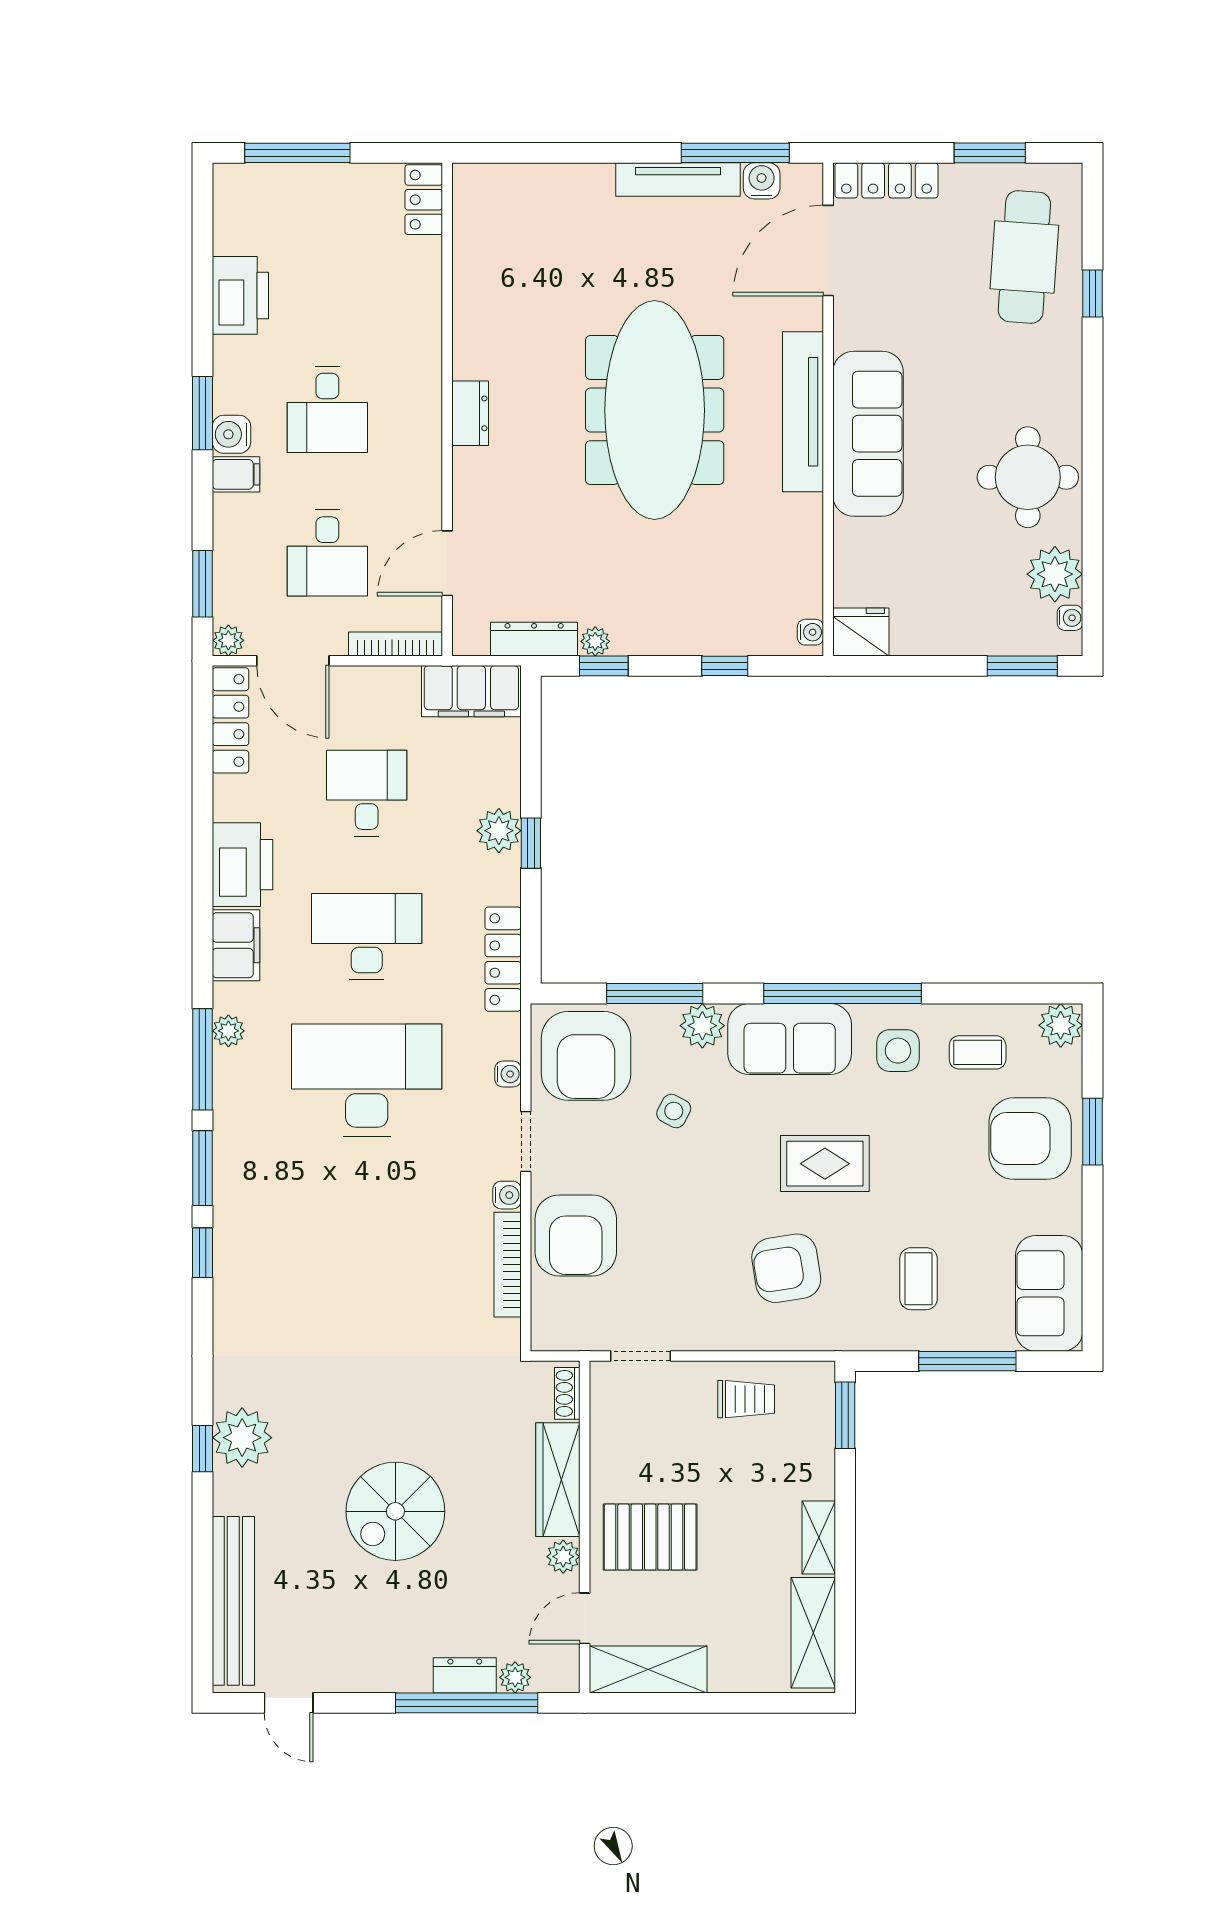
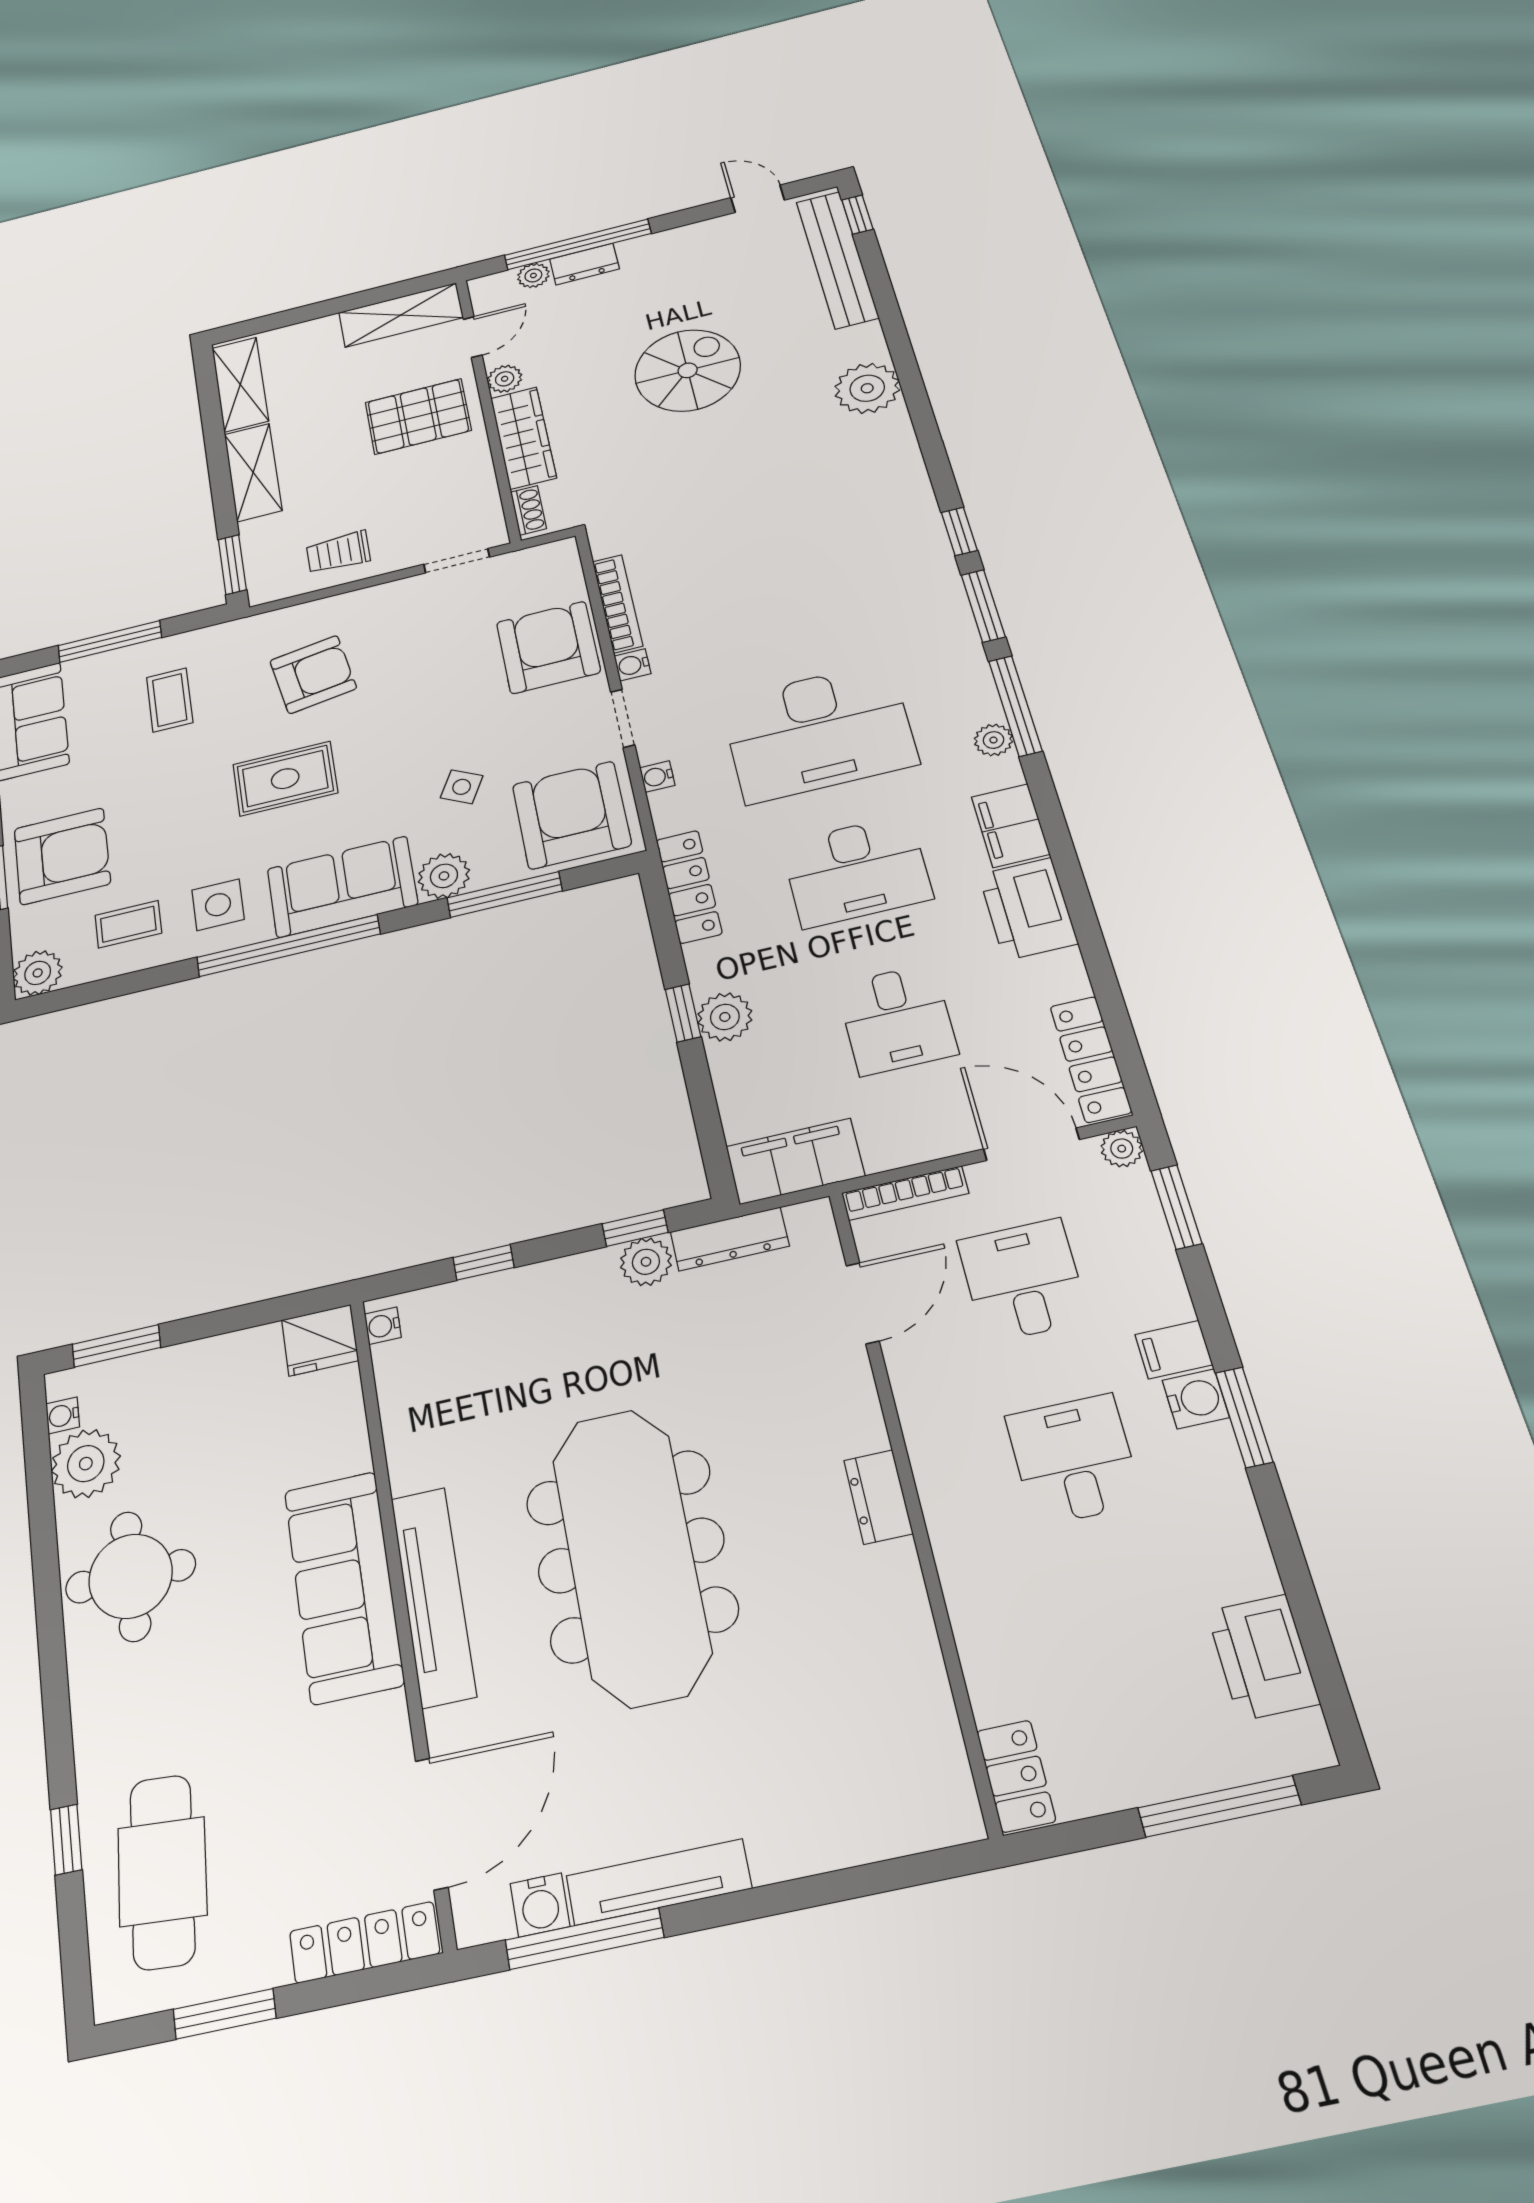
printer: (240, 295) -> (1263, 1657), moved
plant: (595, 641) -> (646, 1262), width x1.38, depth x1.38
window: (202, 1449) -> (857, 215), moved
shelving: (819, 1538) -> (253, 472), width x1.50, depth x1.33

